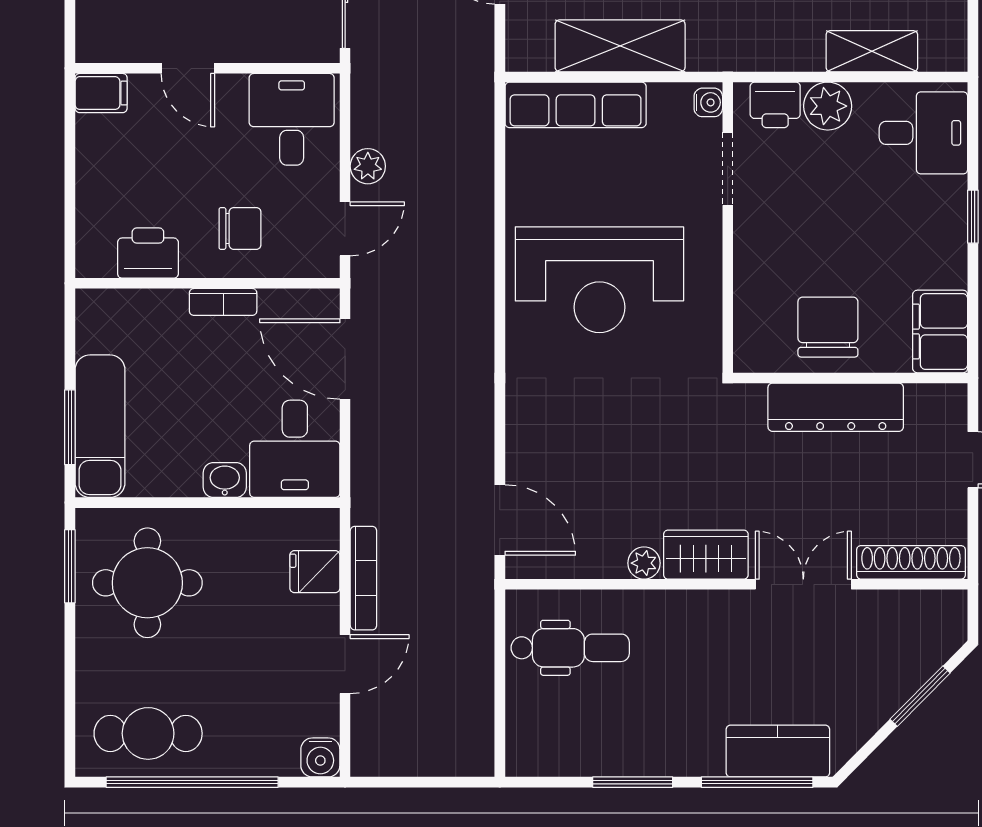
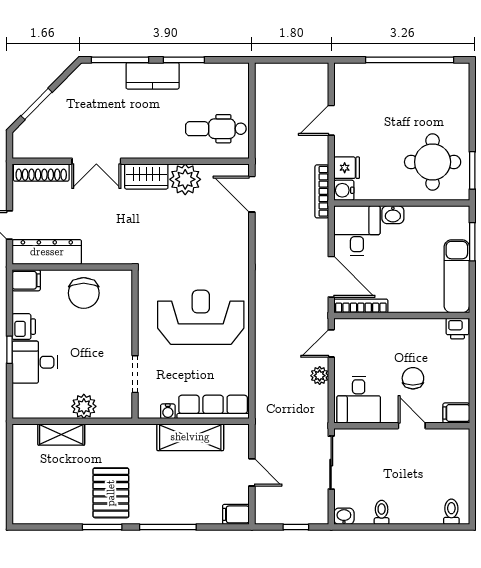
water cooler: (708, 102) -> (168, 411), moved, turned -90
printer: (775, 105) -> (24, 327), moved, turned 90
desk: (923, 133) -> (35, 362), moved
chair: (240, 228) -> (413, 378), moved, turned 90
printer: (148, 253) -> (457, 329), moved, width x0.73, depth x0.81
bookcase: (223, 302) -> (361, 306), moved, width x1.56
filing cabinet: (940, 331) -> (26, 280), width x0.50
dresser: (836, 407) -> (47, 252), moved
exam couch: (100, 426) -> (457, 276), moved
plant: (644, 563) -> (185, 179), width x1.88, depth x1.88
bookcase: (363, 578) -> (322, 191), moved
cafe table: (148, 733) -> (432, 85), removed
kitchen counter: (778, 751) -> (153, 76), moved
water cooler: (320, 757) -> (344, 190), moved, turned -90

